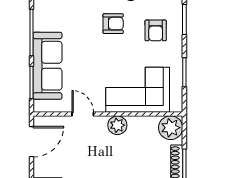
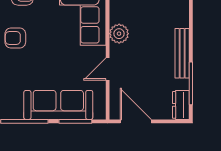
armchair: (113, 24) -> (15, 38), turned -90

